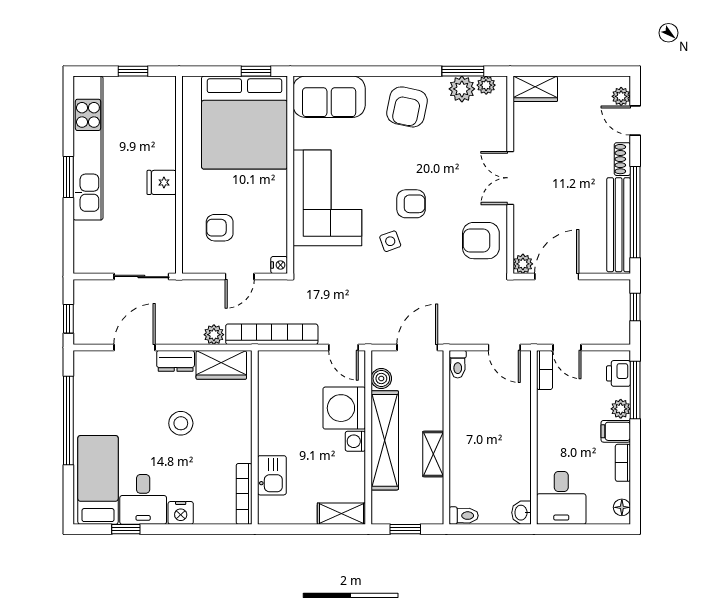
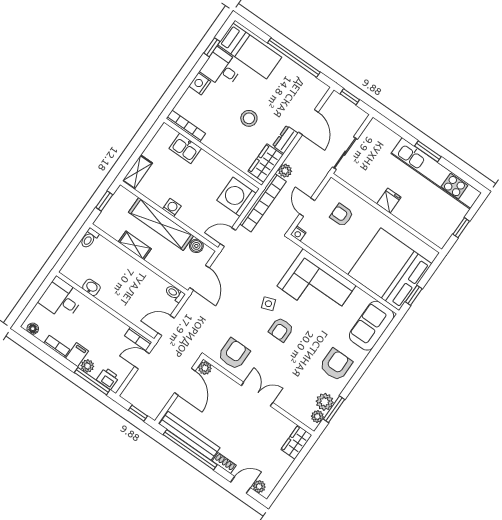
armchair: (407, 107) -> (336, 365), turned 78
armchair: (220, 228) -> (342, 215), turned -90
washing machine: (344, 408) -> (236, 197), moved, turned -90
washbasin: (521, 513) -> (91, 287), moved

